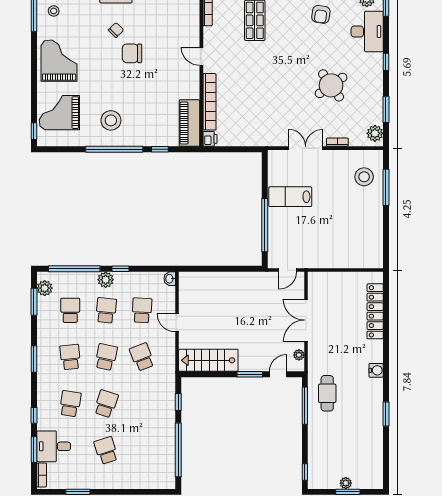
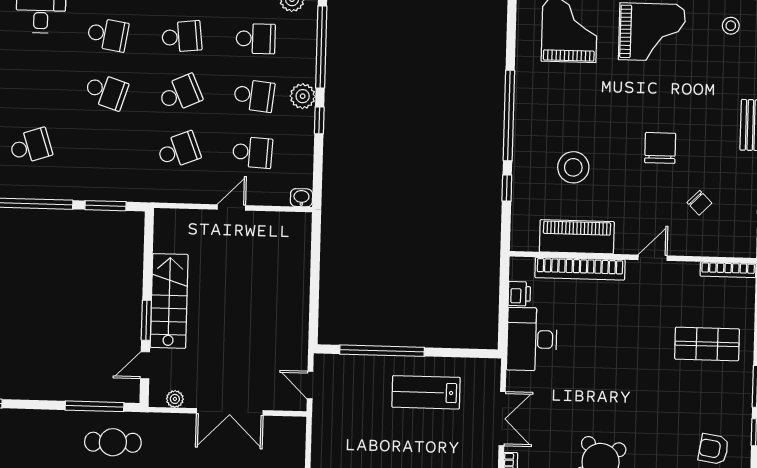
chair: (116, 30) -> (699, 203), moved
stool: (111, 120) -> (573, 167), moved
piano: (189, 123) -> (577, 237), moved
desk: (255, 131) -> (532, 339), added
printer: (210, 139) -> (519, 294), moved, turned -90
lab bench: (290, 197) -> (426, 392), turned -90
double door: (306, 320) -> (230, 412), swing flipped
school desk: (106, 357) -> (180, 93), turned -36
stairs: (208, 360) -> (169, 301), moved
door: (278, 374) -> (145, 365), swing flipped
window: (178, 402) -> (106, 206), width x1.50
school desk: (106, 450) -> (31, 146), moved

